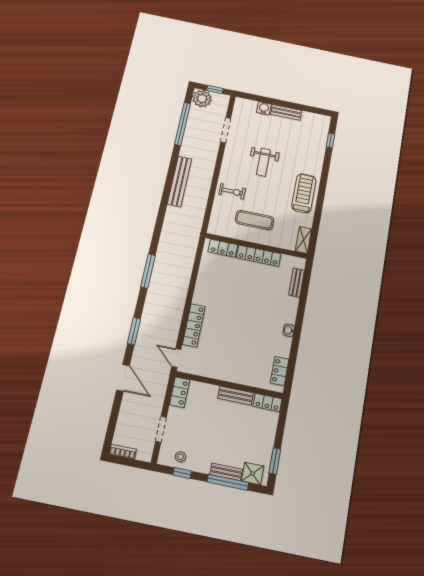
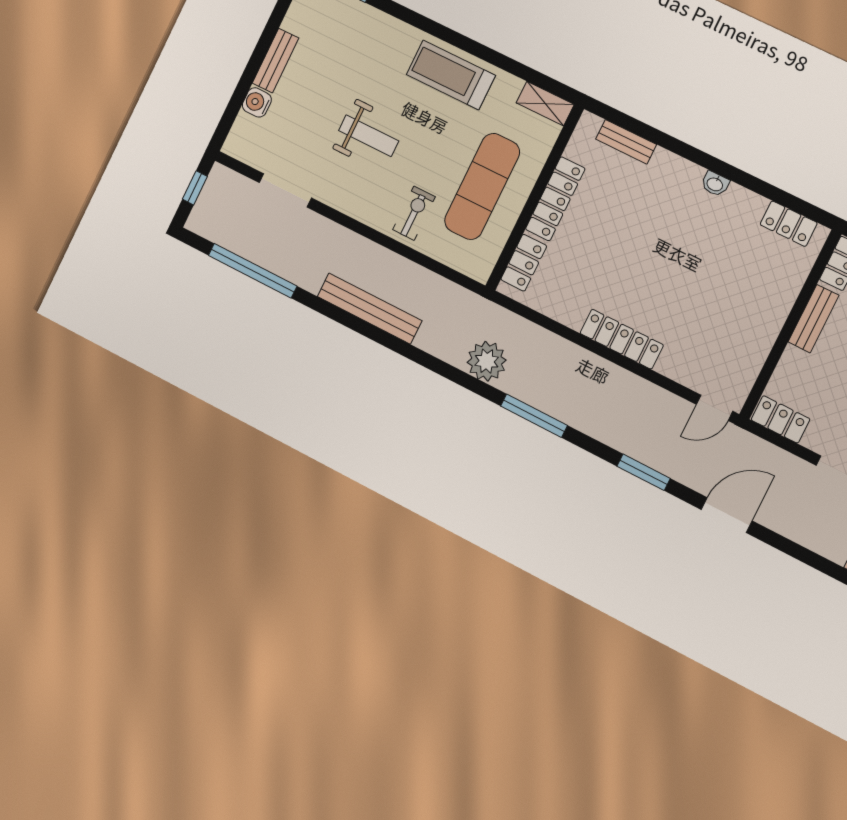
plant: (202, 99) -> (487, 361), moved
exercise mat: (254, 220) -> (482, 187), width x1.36, depth x1.45
locker: (194, 325) -> (622, 339), moved

